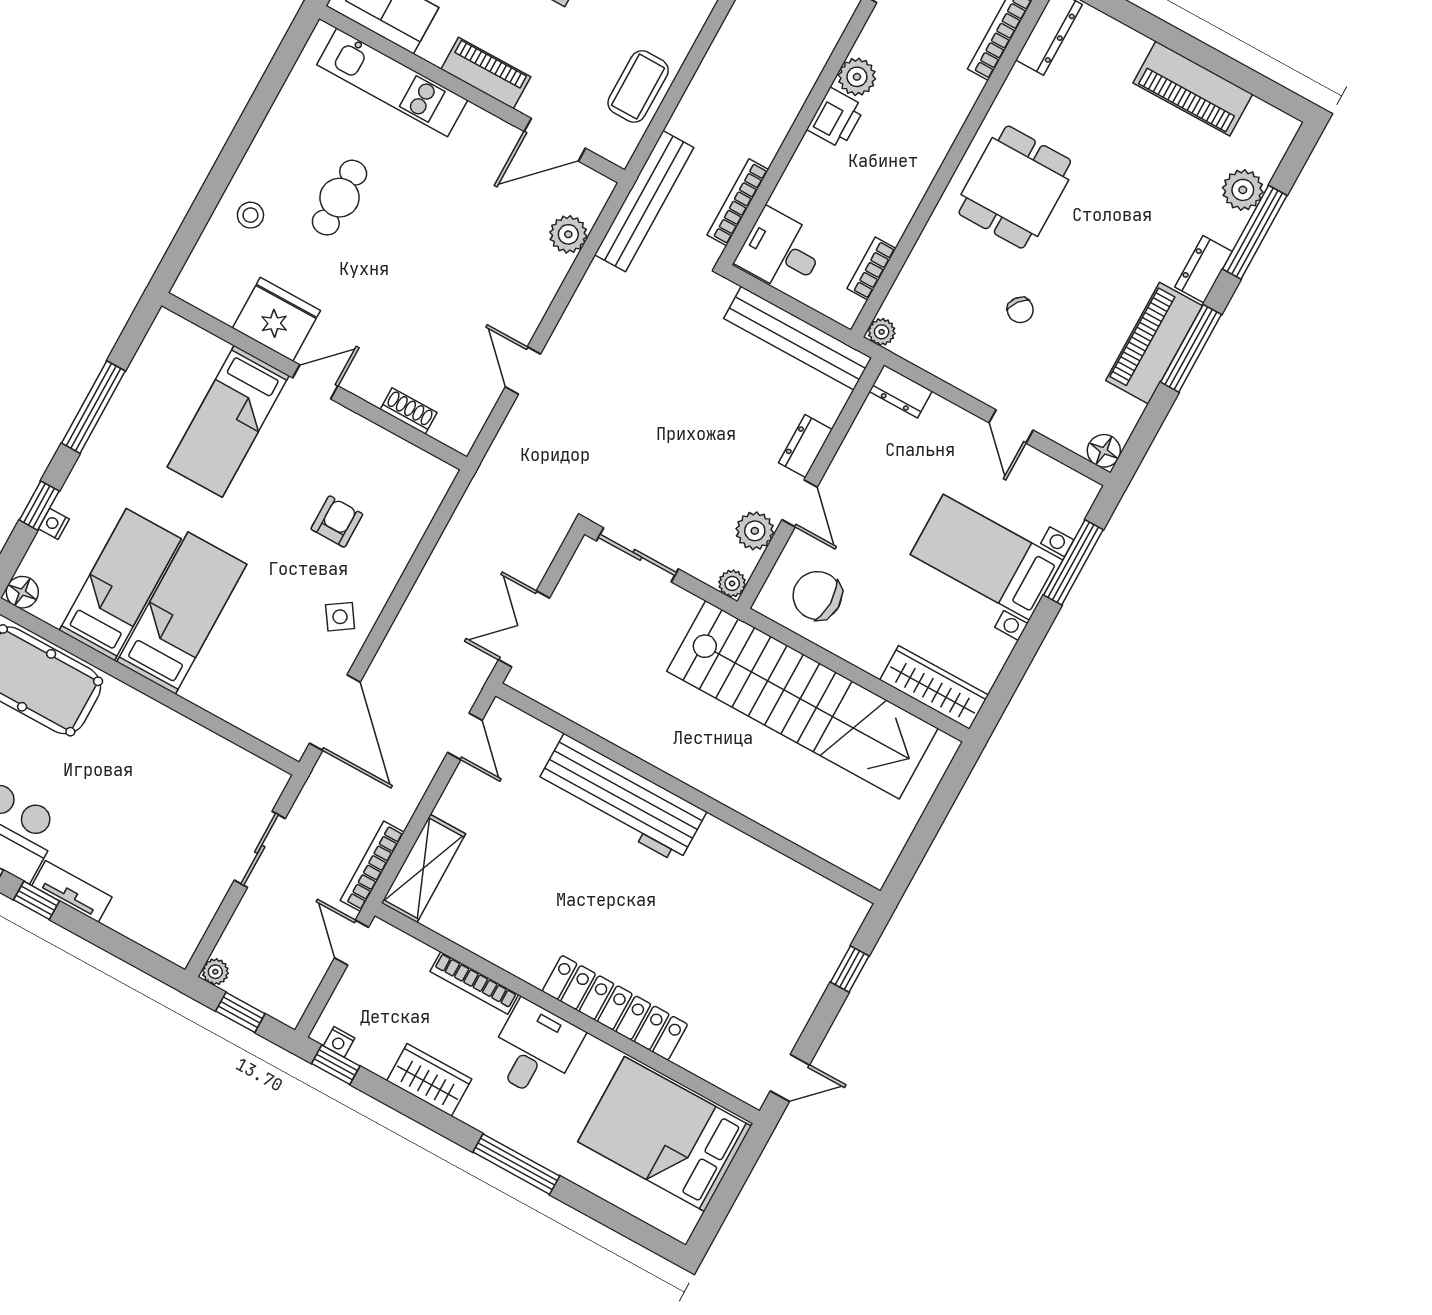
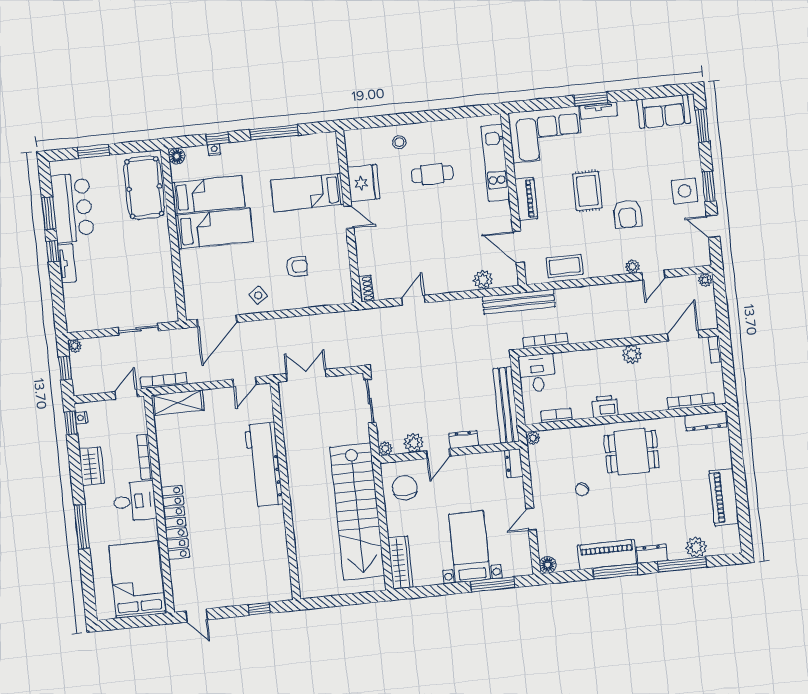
printer: (836, 118) -> (605, 406), moved, turned 180
shoe rack: (409, 411) -> (366, 289), moved

